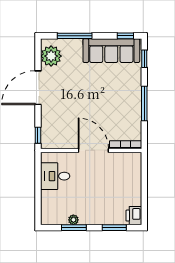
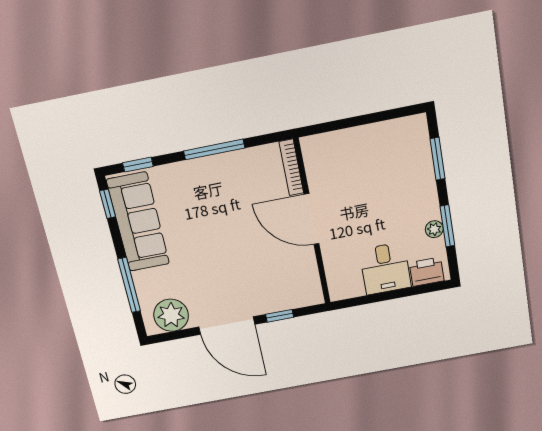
window: (38, 135) -> (280, 316), moved
door: (93, 150) -> (312, 219), hinge flipped
desk: (55, 176) -> (385, 268), moved
printer: (134, 216) -> (427, 272), moved, turned 180

